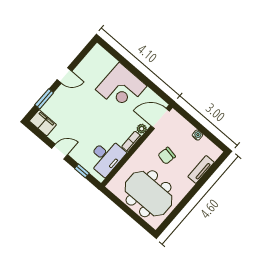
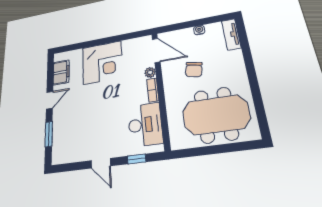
door: (160, 119) -> (156, 50), swing flipped
filing cabinet: (43, 123) -> (61, 72), moved, turned 90
door: (60, 152) -> (101, 163), swing flipped
tv unit: (201, 169) -> (231, 34), moved

